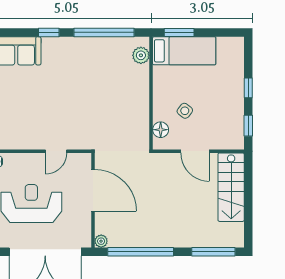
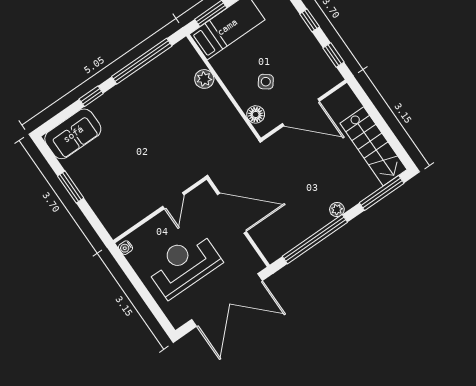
plant: (141, 55) -> (204, 79), moved
door: (195, 151) -> (301, 112), width x1.36
stairs: (231, 187) -> (373, 146), moved
plant: (101, 241) -> (337, 210), moved

